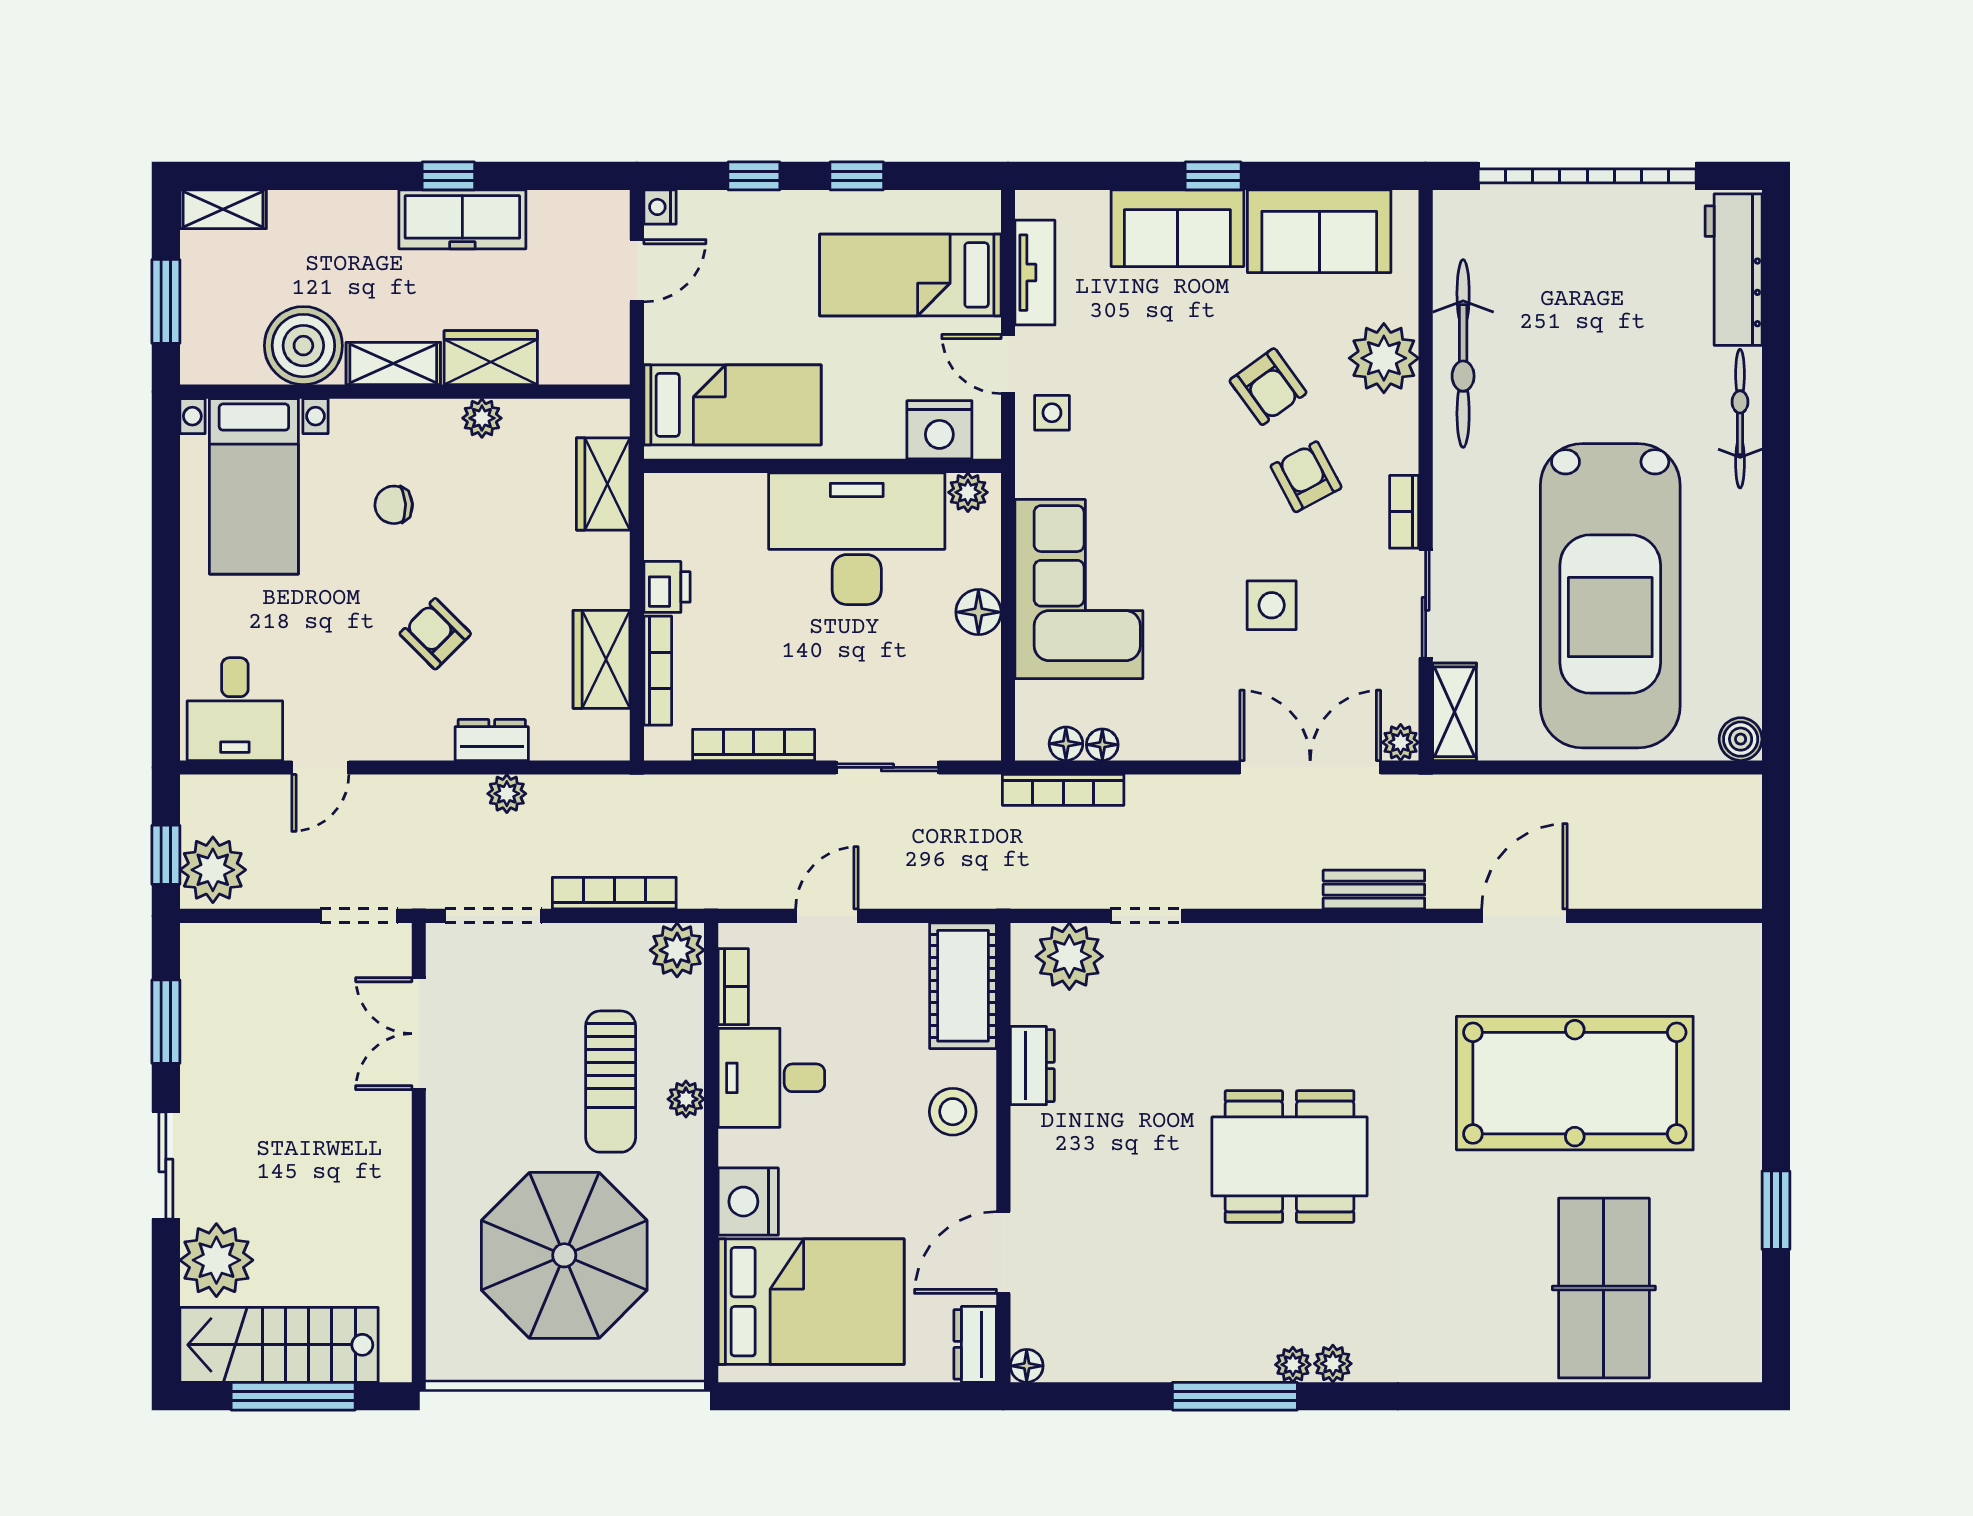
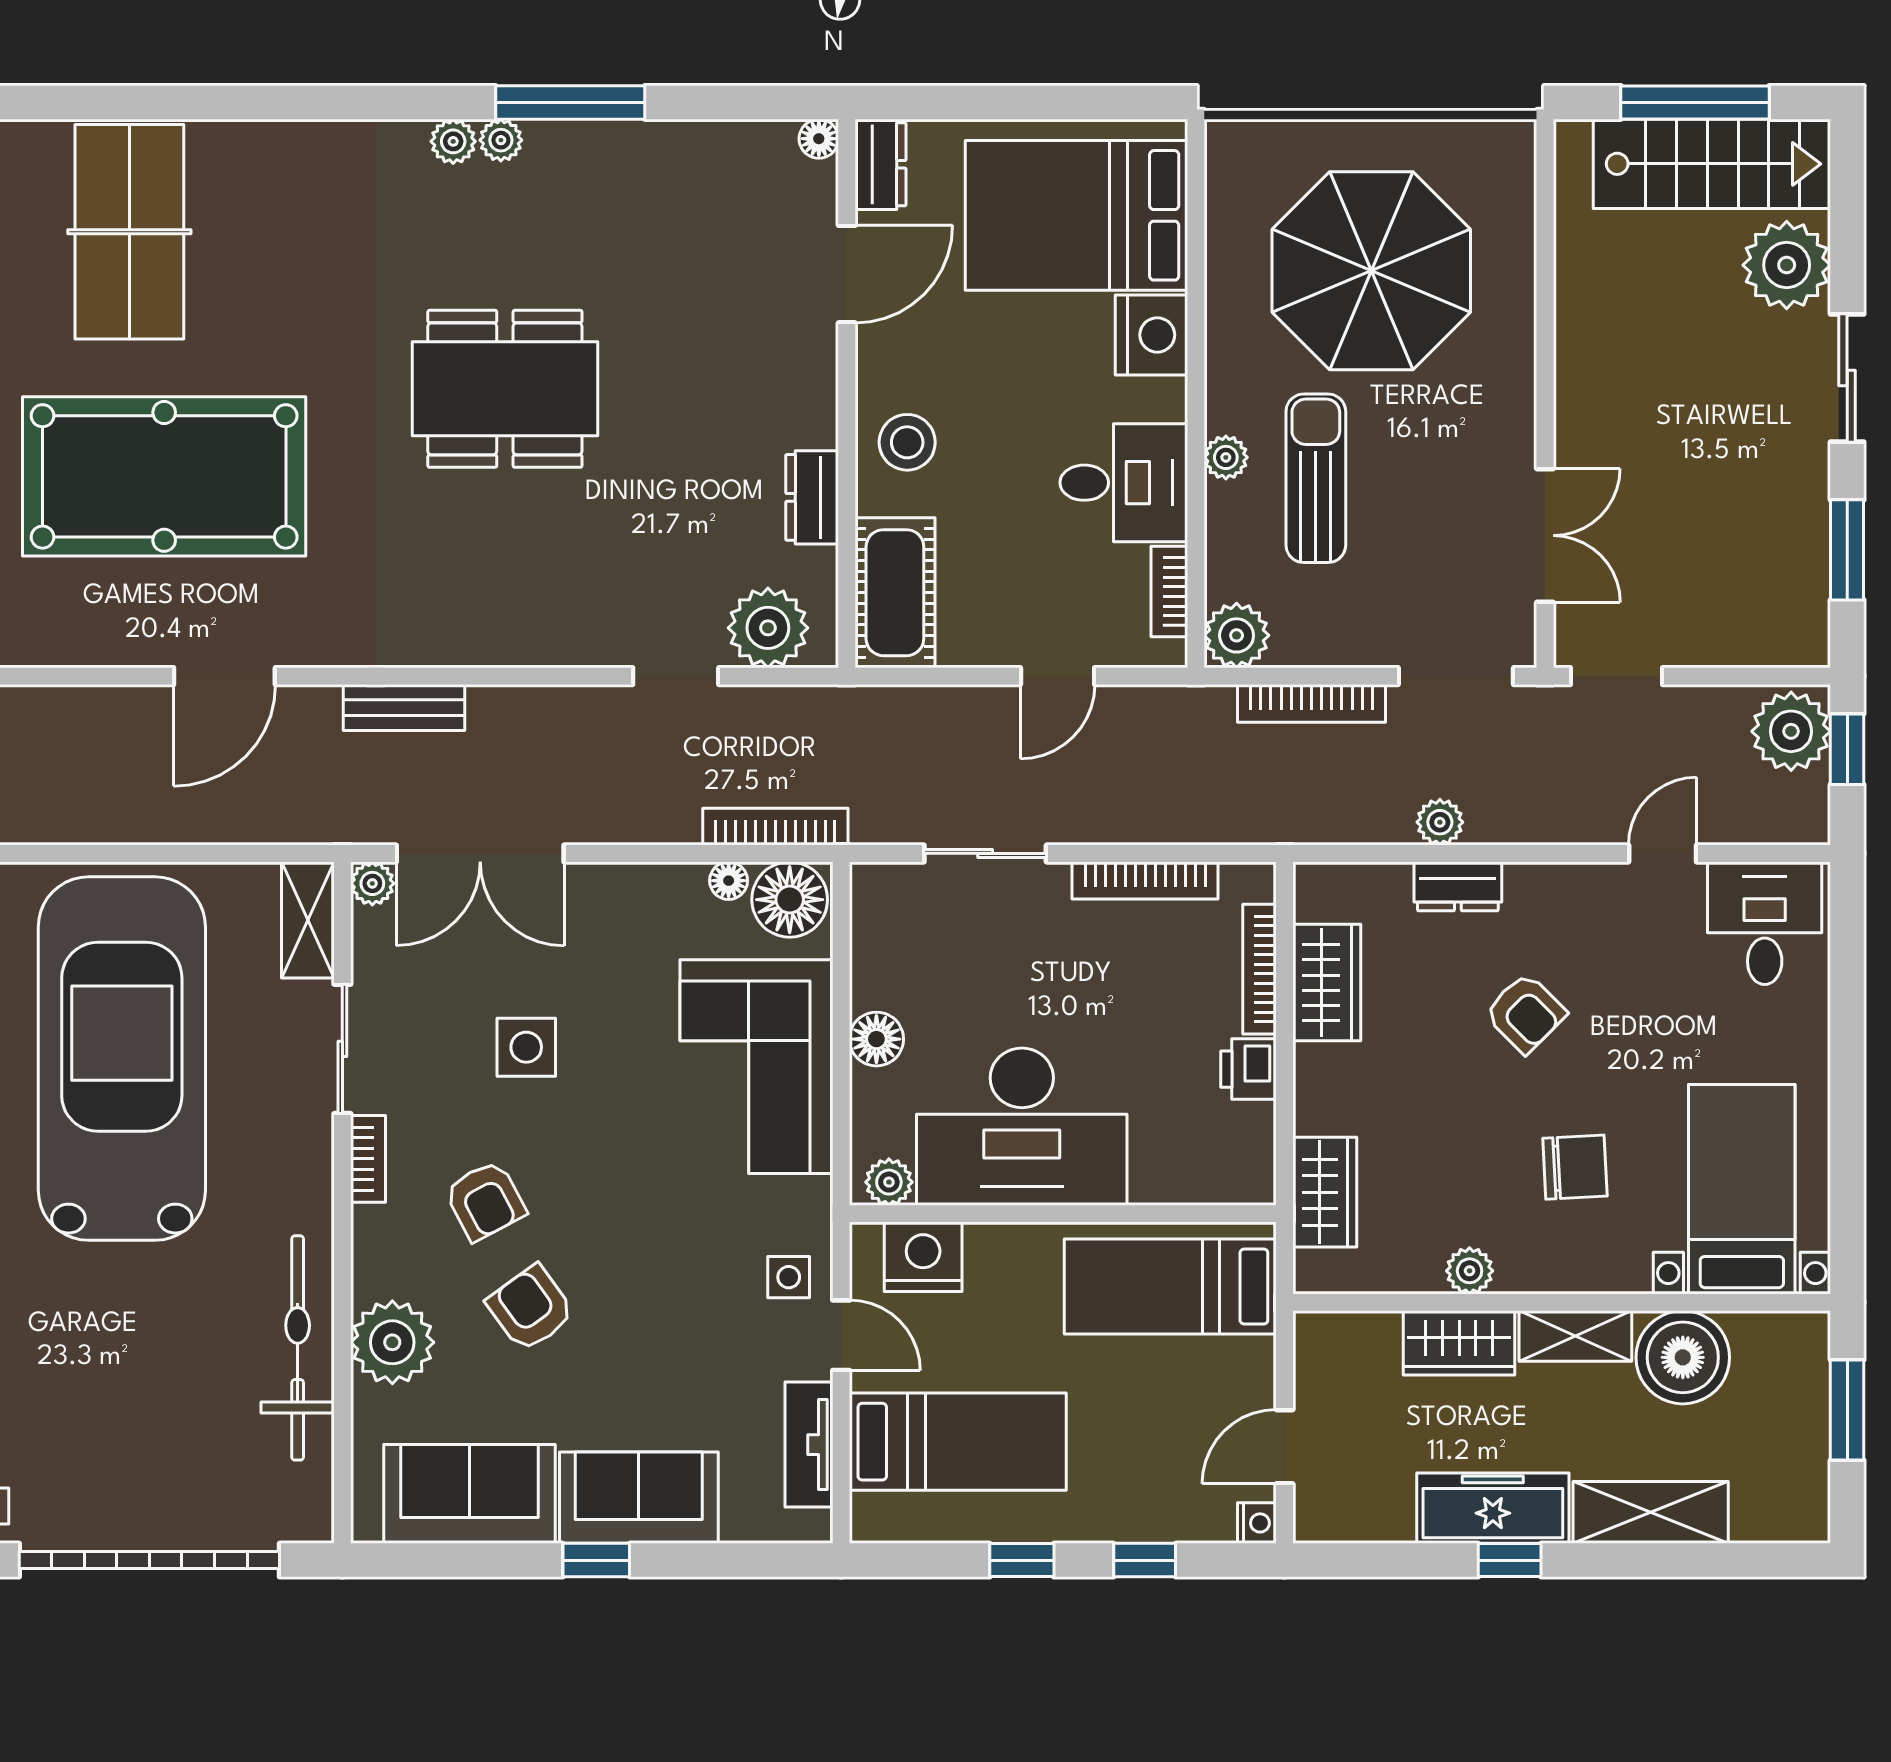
shelving: (223, 209) -> (1651, 1512), moved, width x1.50, depth x1.33
chair: (394, 505) -> (1575, 1167), width x1.37, depth x1.37
floor lamp: (1066, 744) -> (790, 900), width x1.89, depth x1.89

